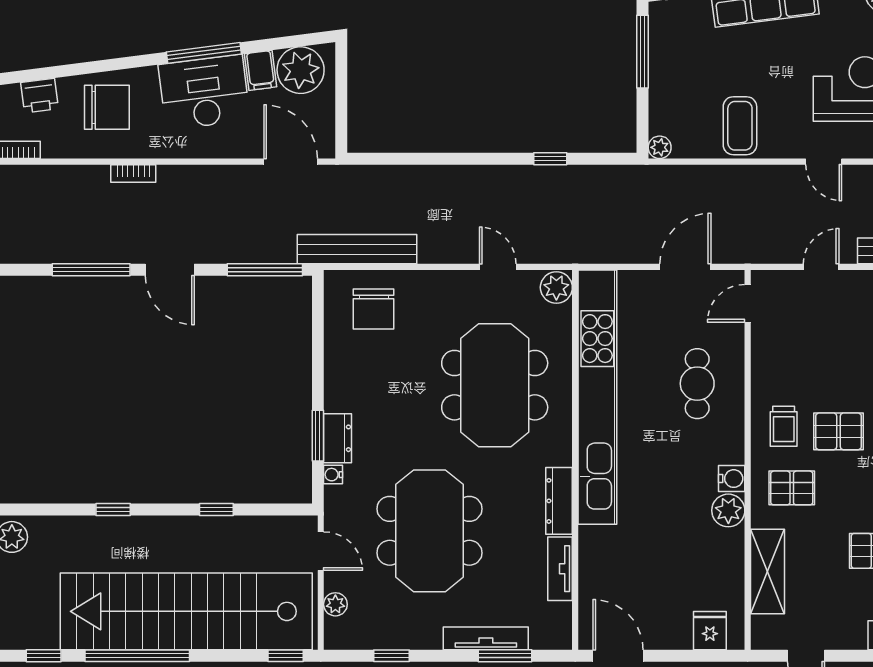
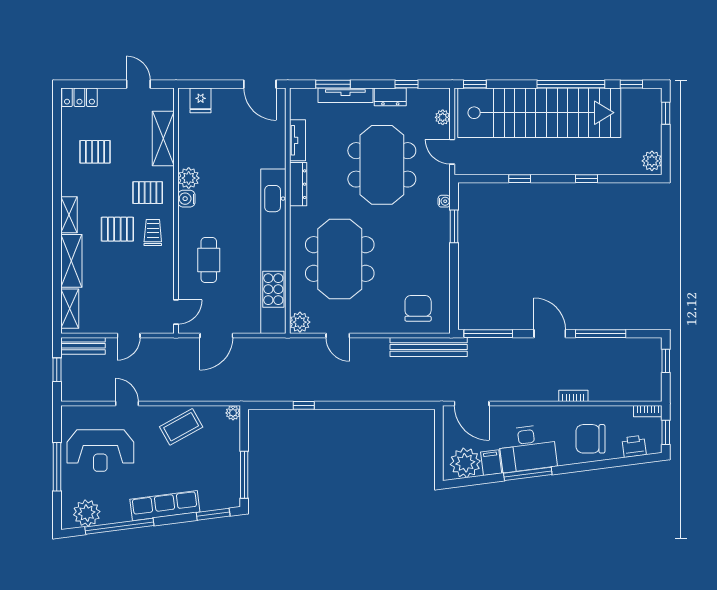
coffee table: (740, 126) -> (181, 427), turned 61
dresser: (338, 438) -> (390, 97), moved, turned -90

